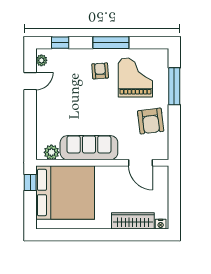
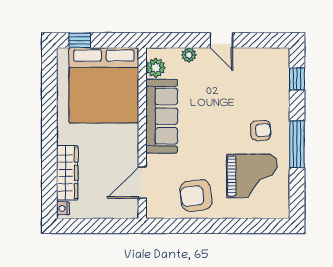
plant: (41, 60) -> (189, 55), moved
door: (30, 81) -> (221, 40), moved
window: (174, 86) -> (241, 226), removed
window: (30, 182) -> (80, 40), moved

